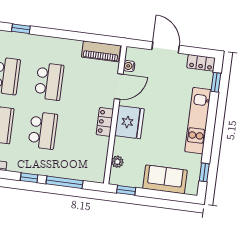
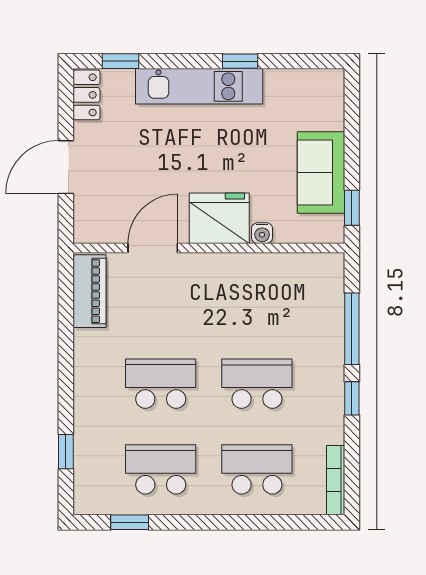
water cooler: (129, 66) -> (262, 233), moved
door: (119, 86) -> (153, 248), hinge flipped
locker: (105, 122) -> (225, 266), removed
plant: (117, 162) -> (299, 232), removed
window: (204, 172) -> (240, 61), moved
sofa: (165, 179) -> (321, 172), moved

